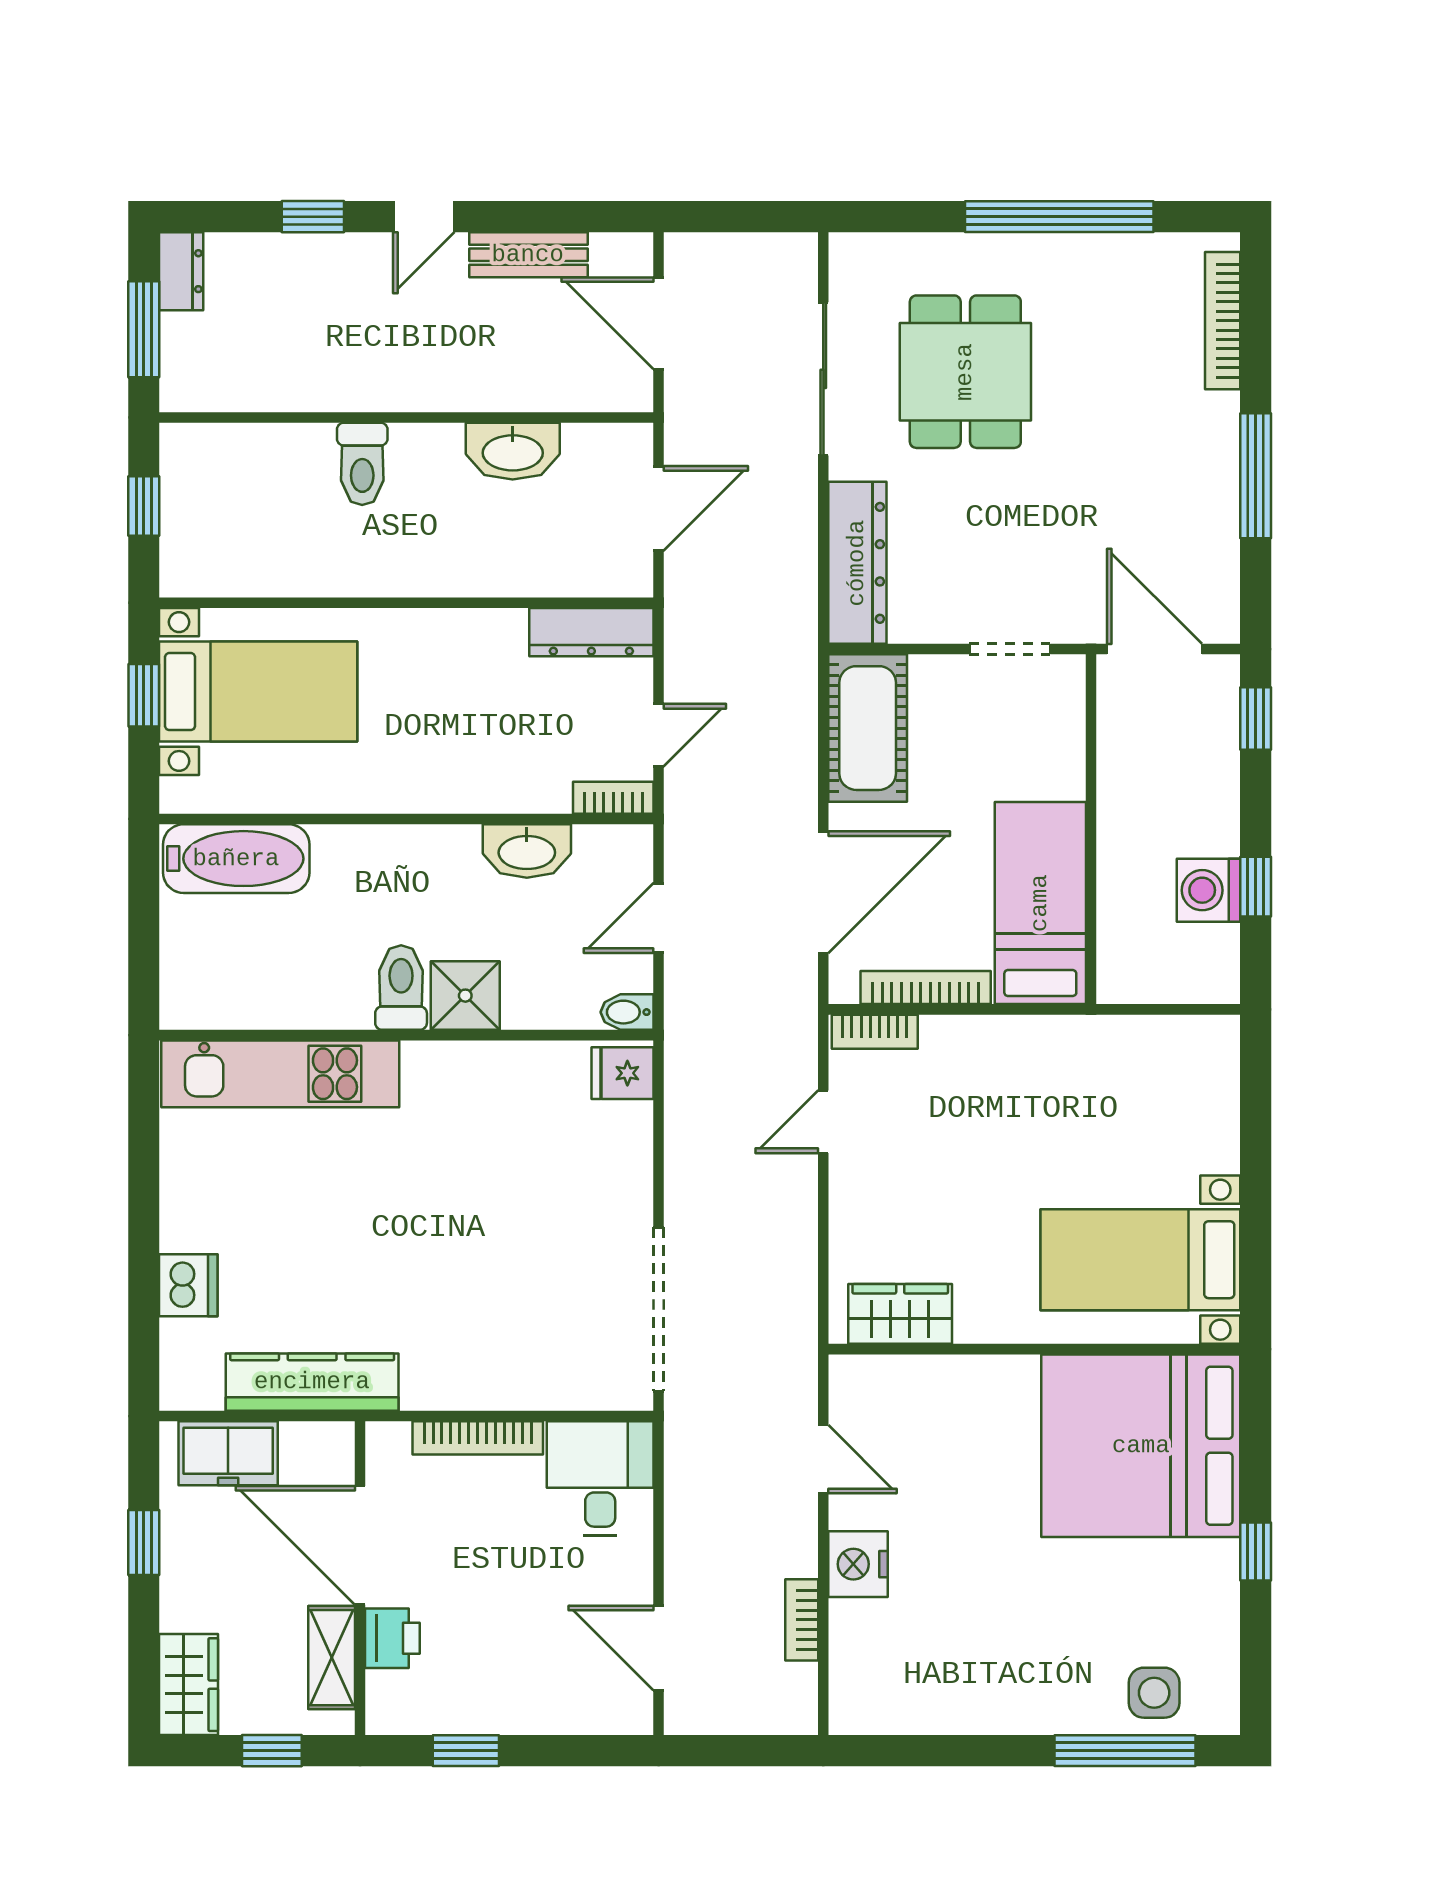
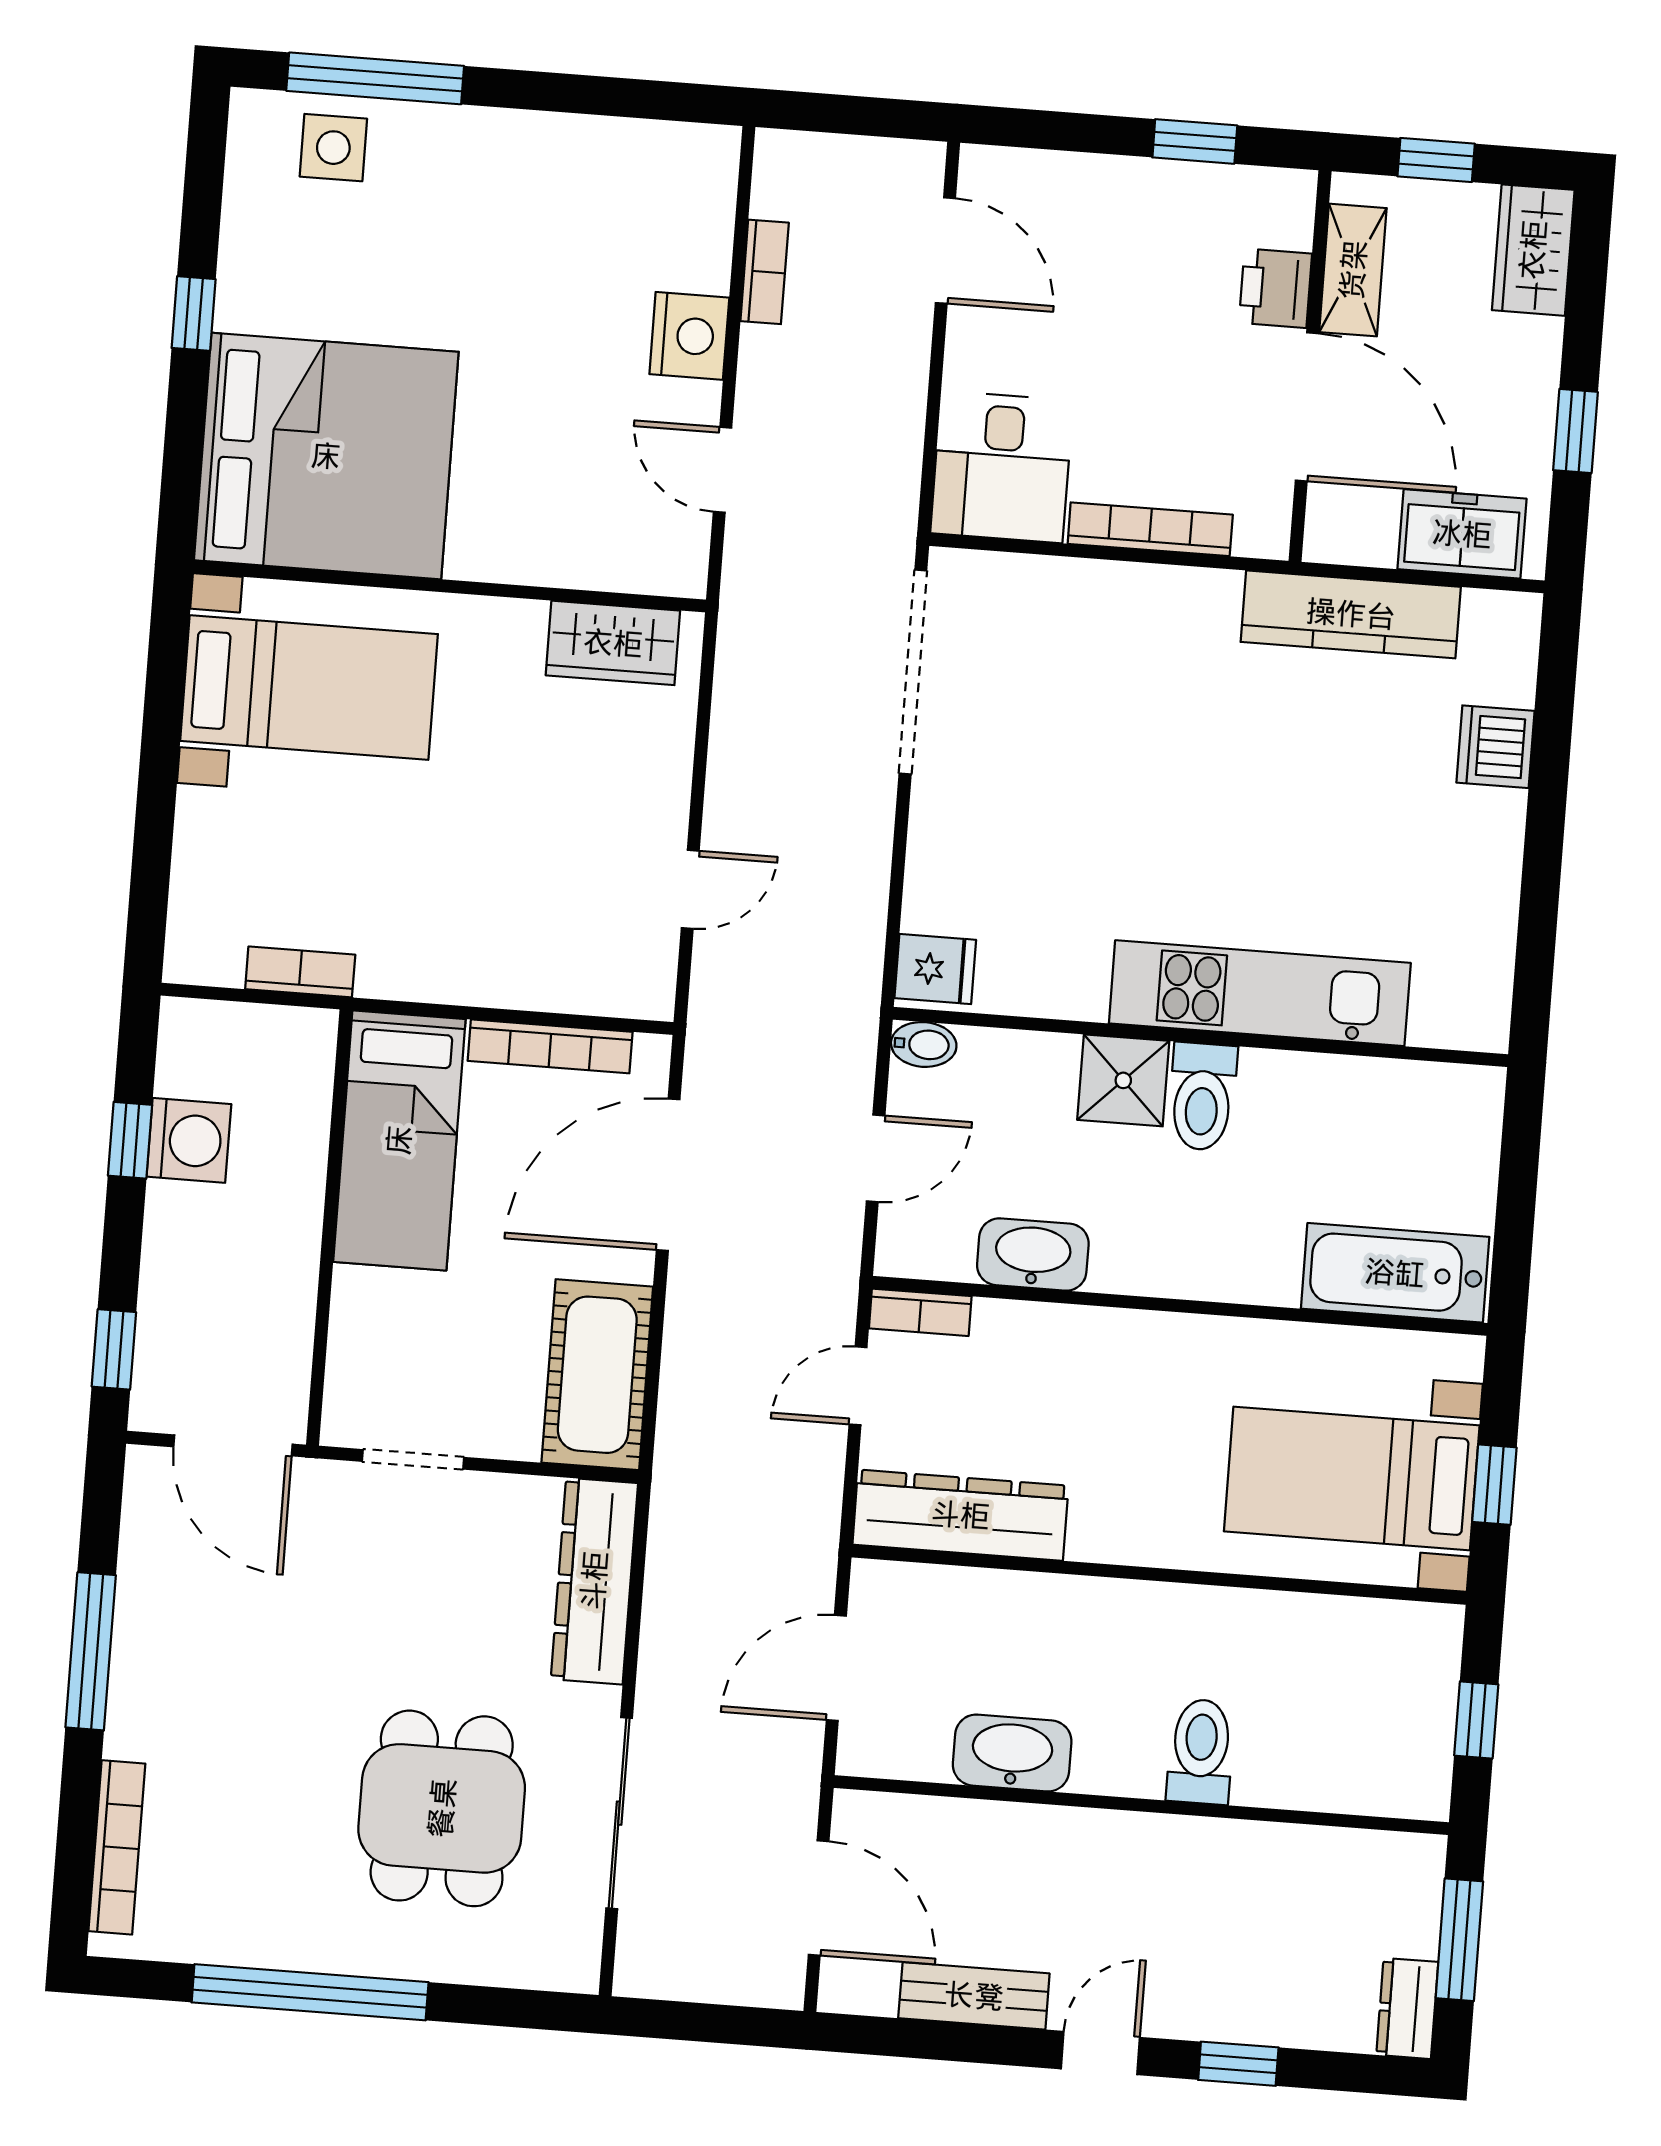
dresser: (591, 632) -> (960, 1515), width x1.37, depth x1.24
bookcase: (875, 1032) -> (300, 972), moved
kitchen unit: (280, 1074) -> (1260, 993), moved

